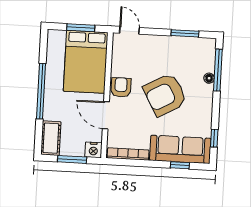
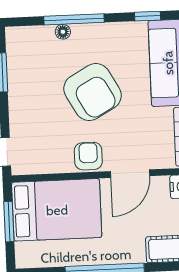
window: (218, 70) -> (74, 19), moved
armchair: (121, 87) -> (88, 156), turned 90

